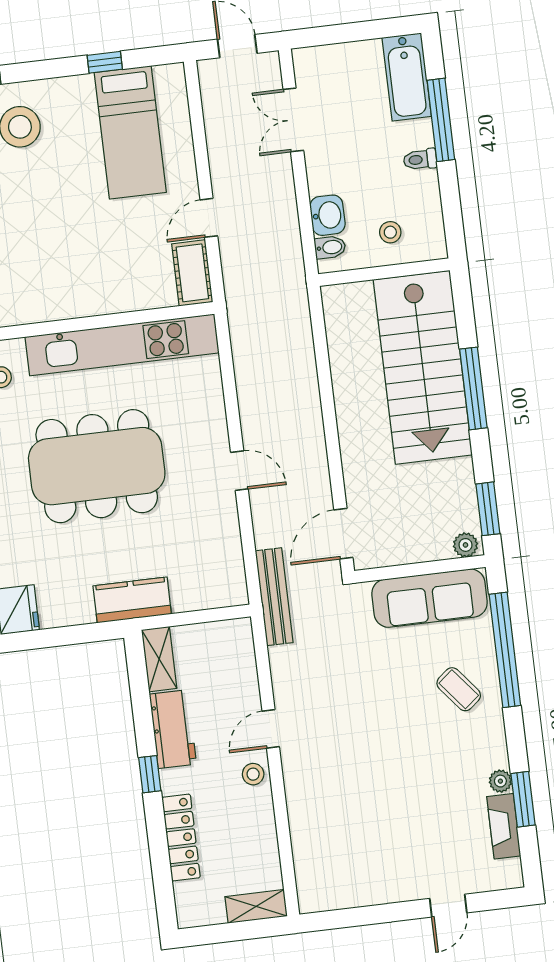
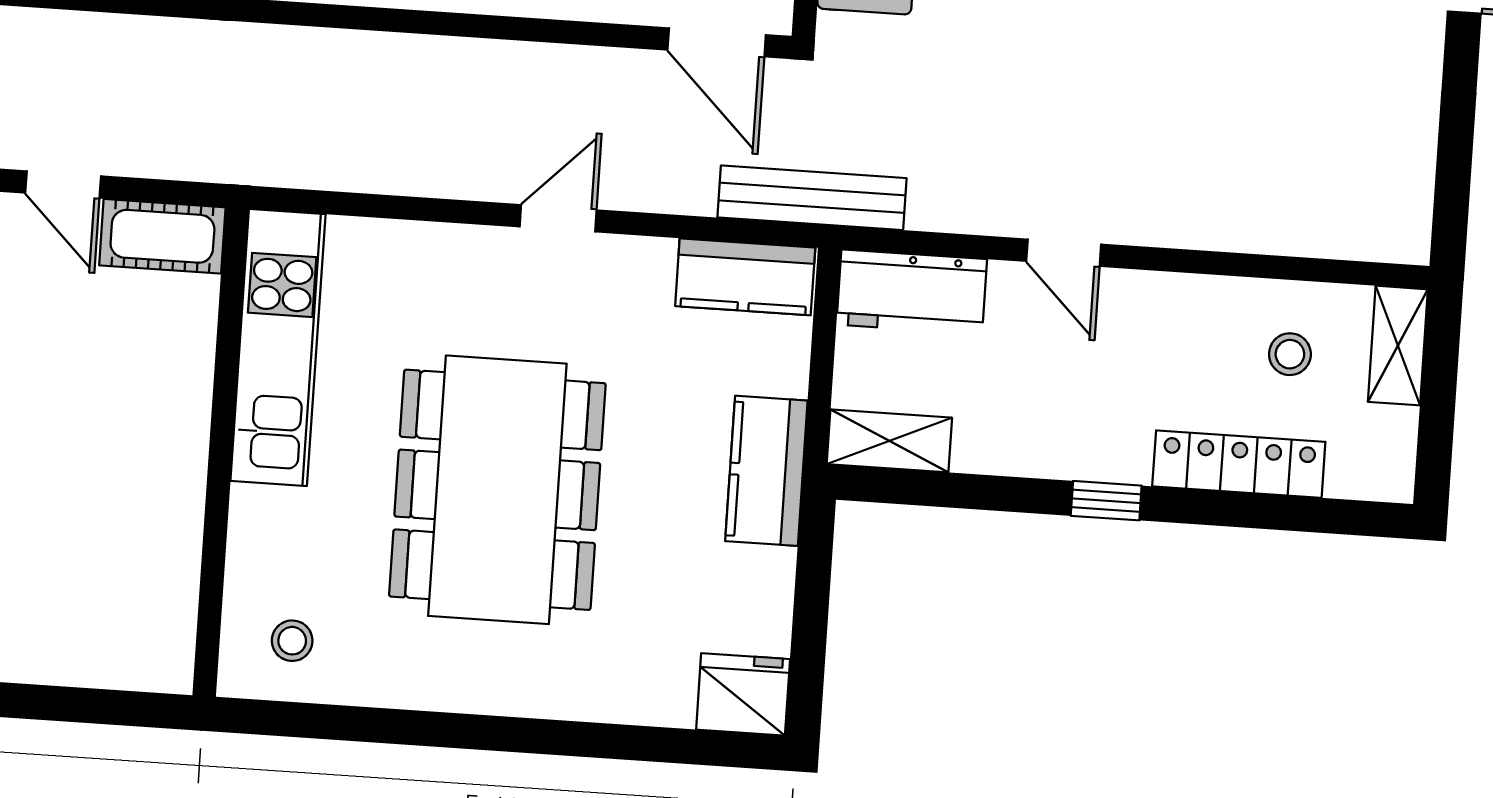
kitchen unit: (122, 345) -> (278, 347), width x0.73
kitchen counter: (228, 571) -> (745, 277), added
workbench: (173, 729) -> (912, 292), moved, turned 180
stool: (253, 774) -> (1290, 354), moved

